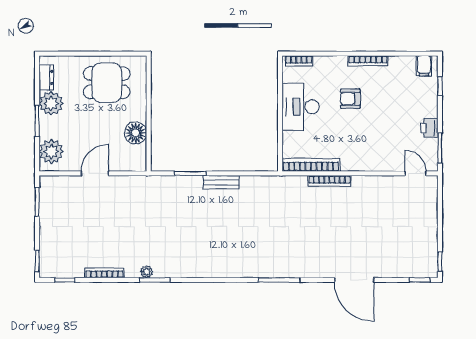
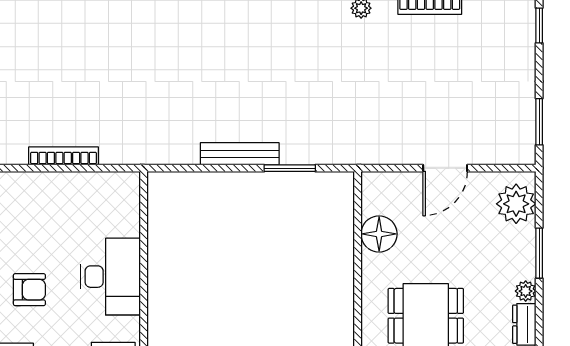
plant: (51, 103) -> (526, 291), width x0.53, depth x0.53
bookcase: (311, 165) -> (93, 182), removed
bench: (221, 182) -> (240, 154), width x1.36

